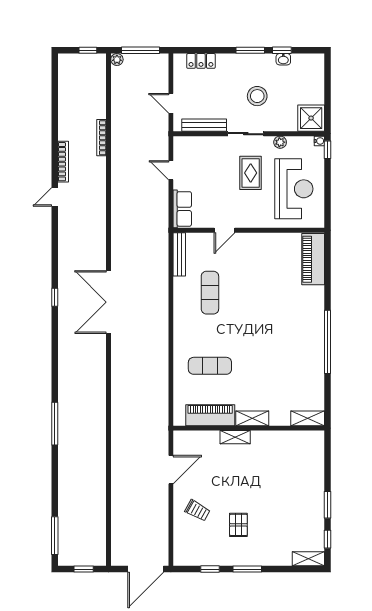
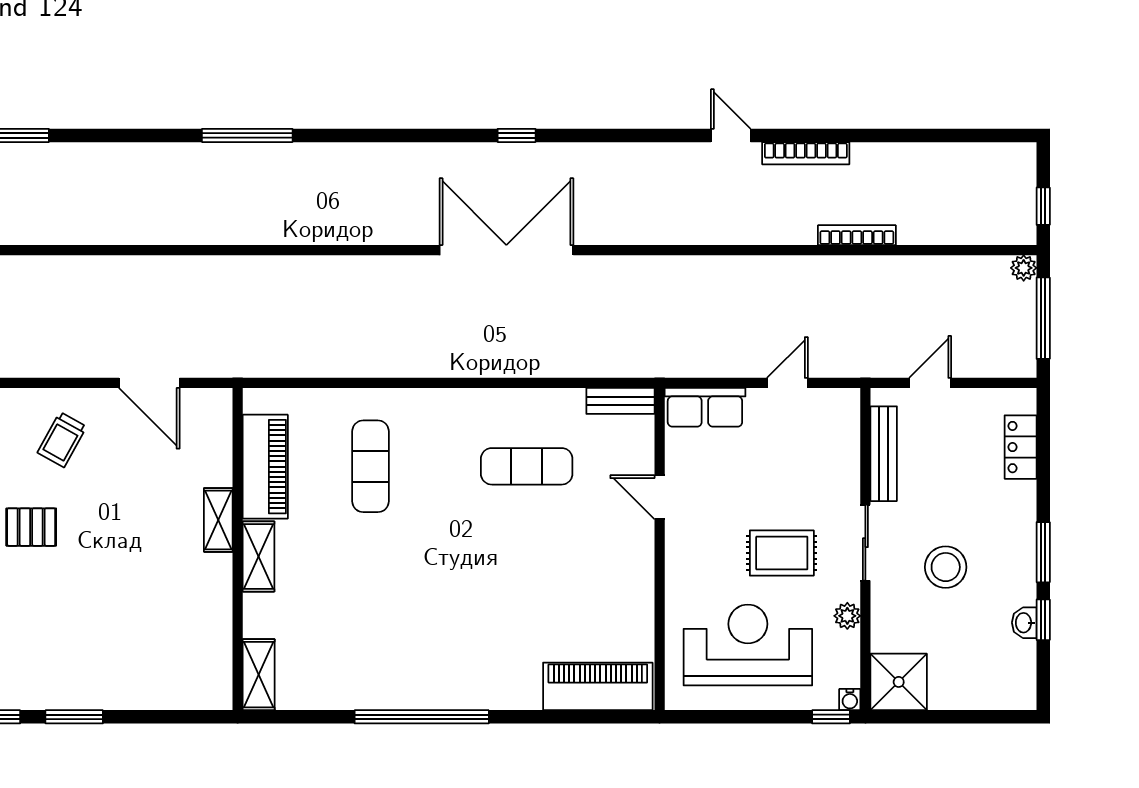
reception desk: (294, 189) -> (748, 645), turned 180
bench: (179, 254) -> (620, 401), width x0.73

